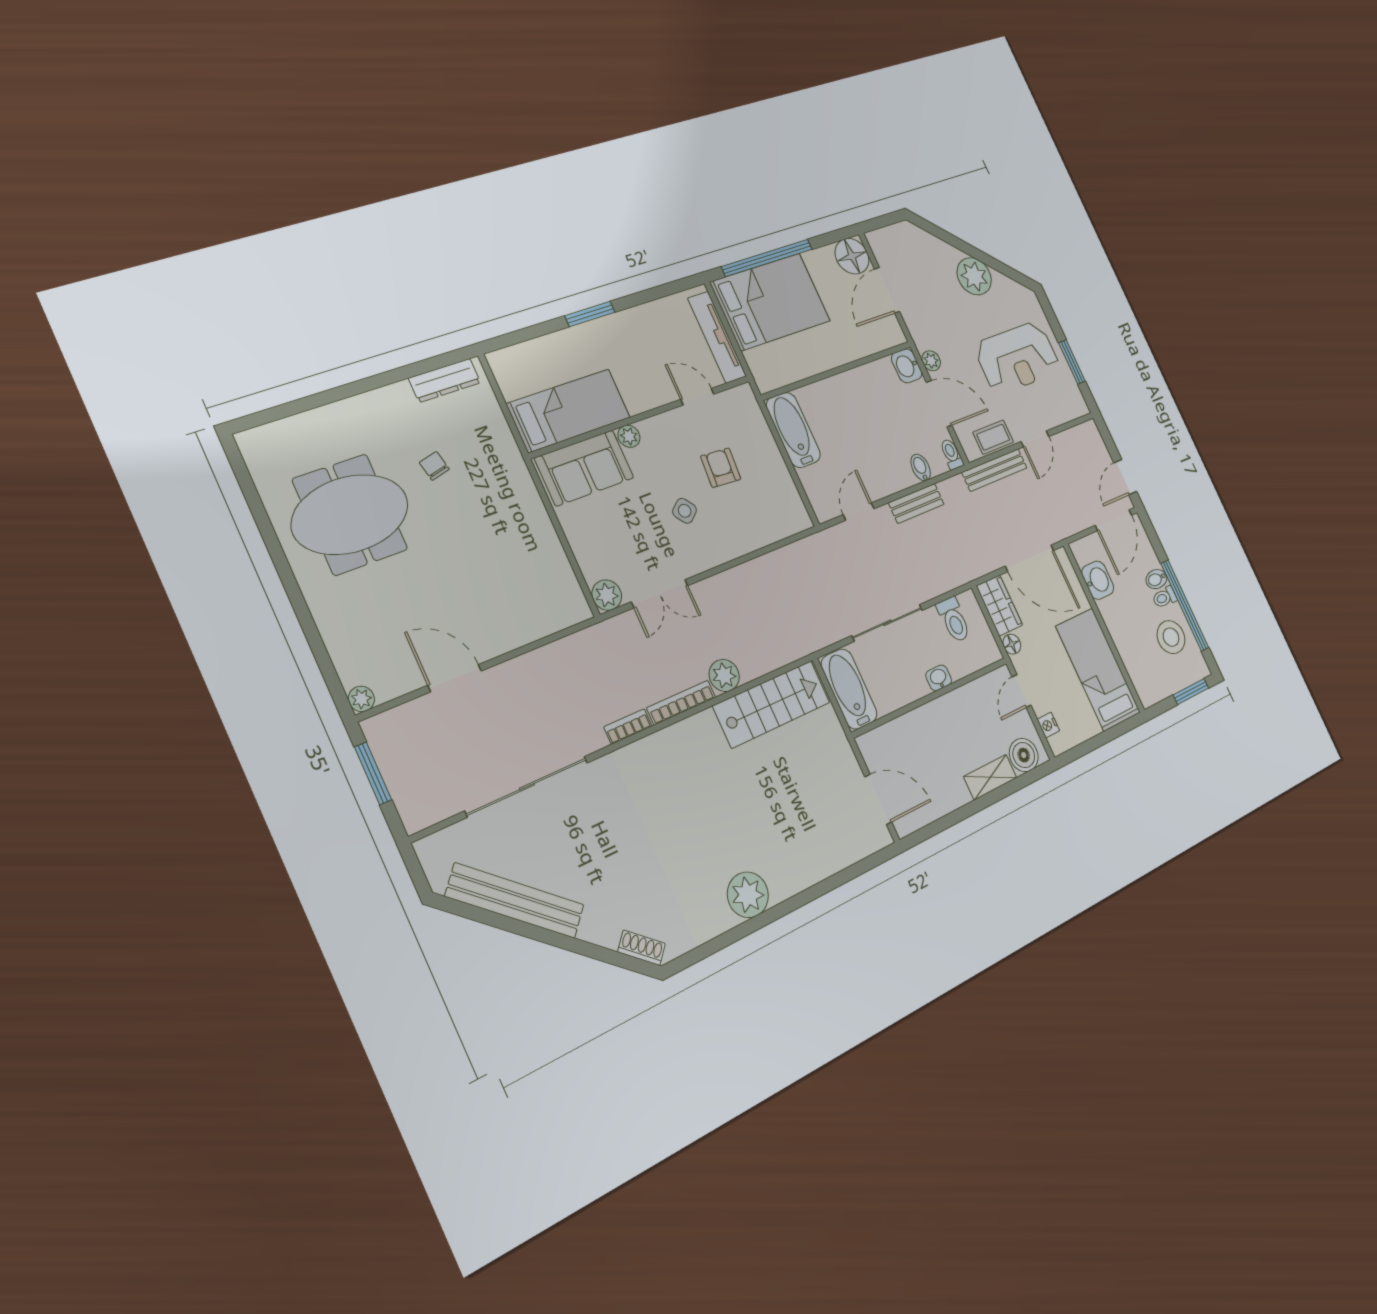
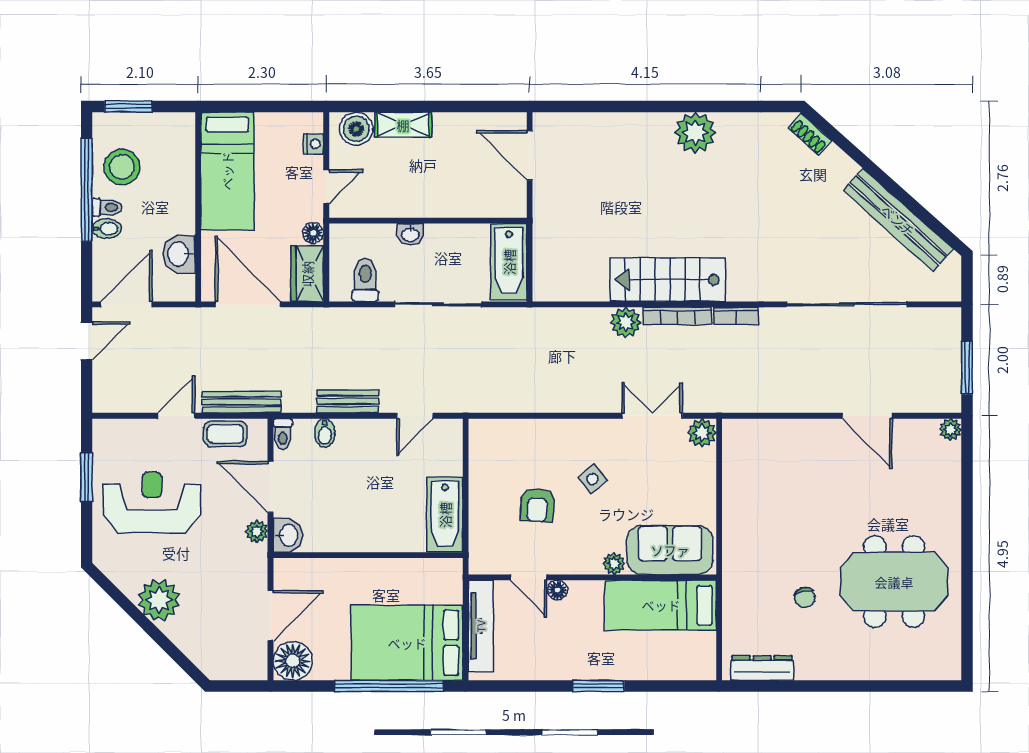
floor lamp: (667, 393) -> (557, 590), added
stairs: (772, 704) -> (668, 280), moved

